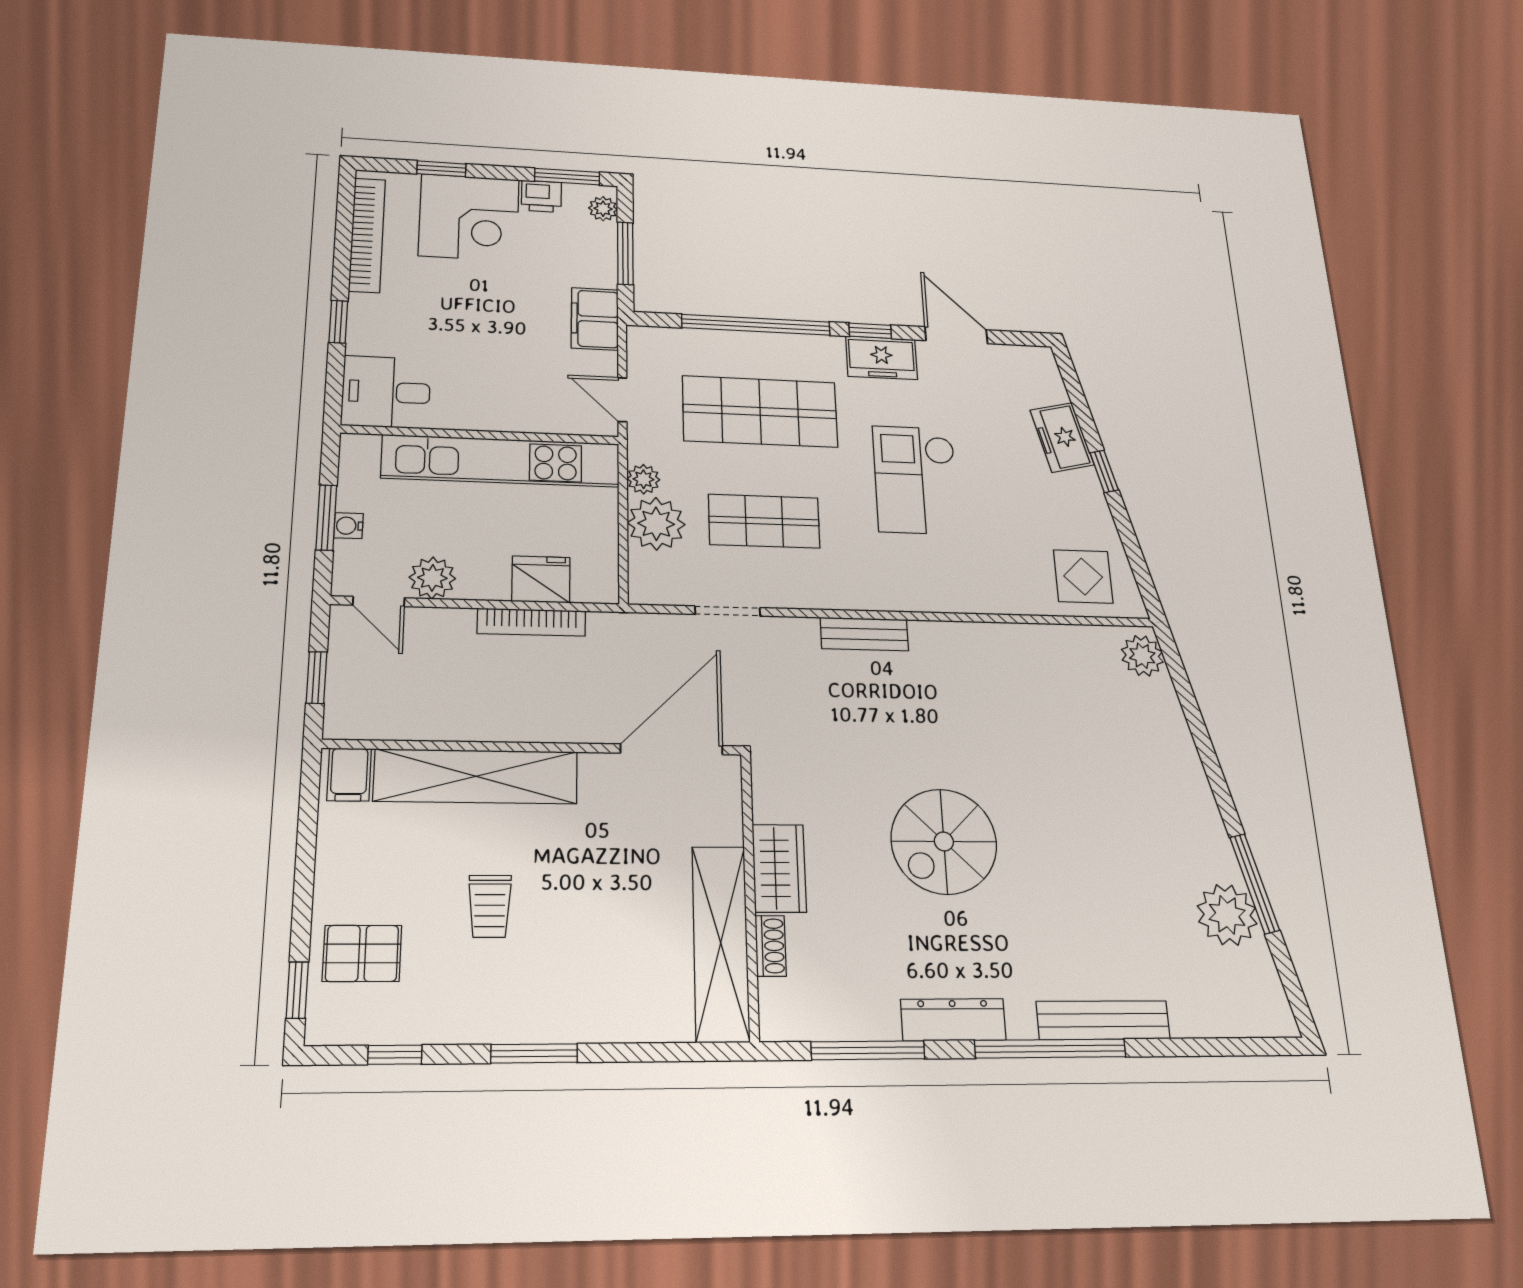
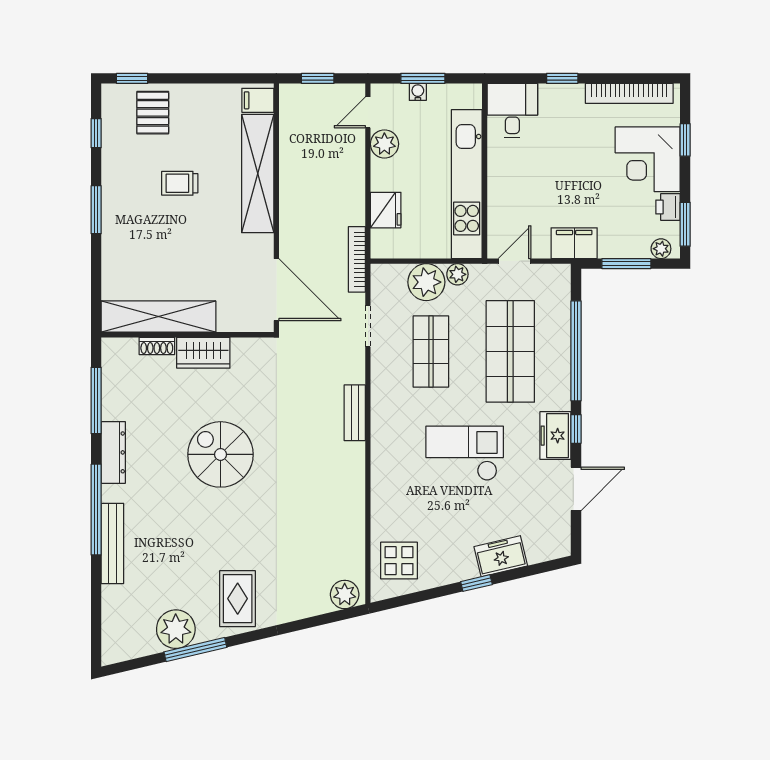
bookcase: (532, 622) -> (357, 259), moved
rug: (1168, 817) -> (238, 599), added

